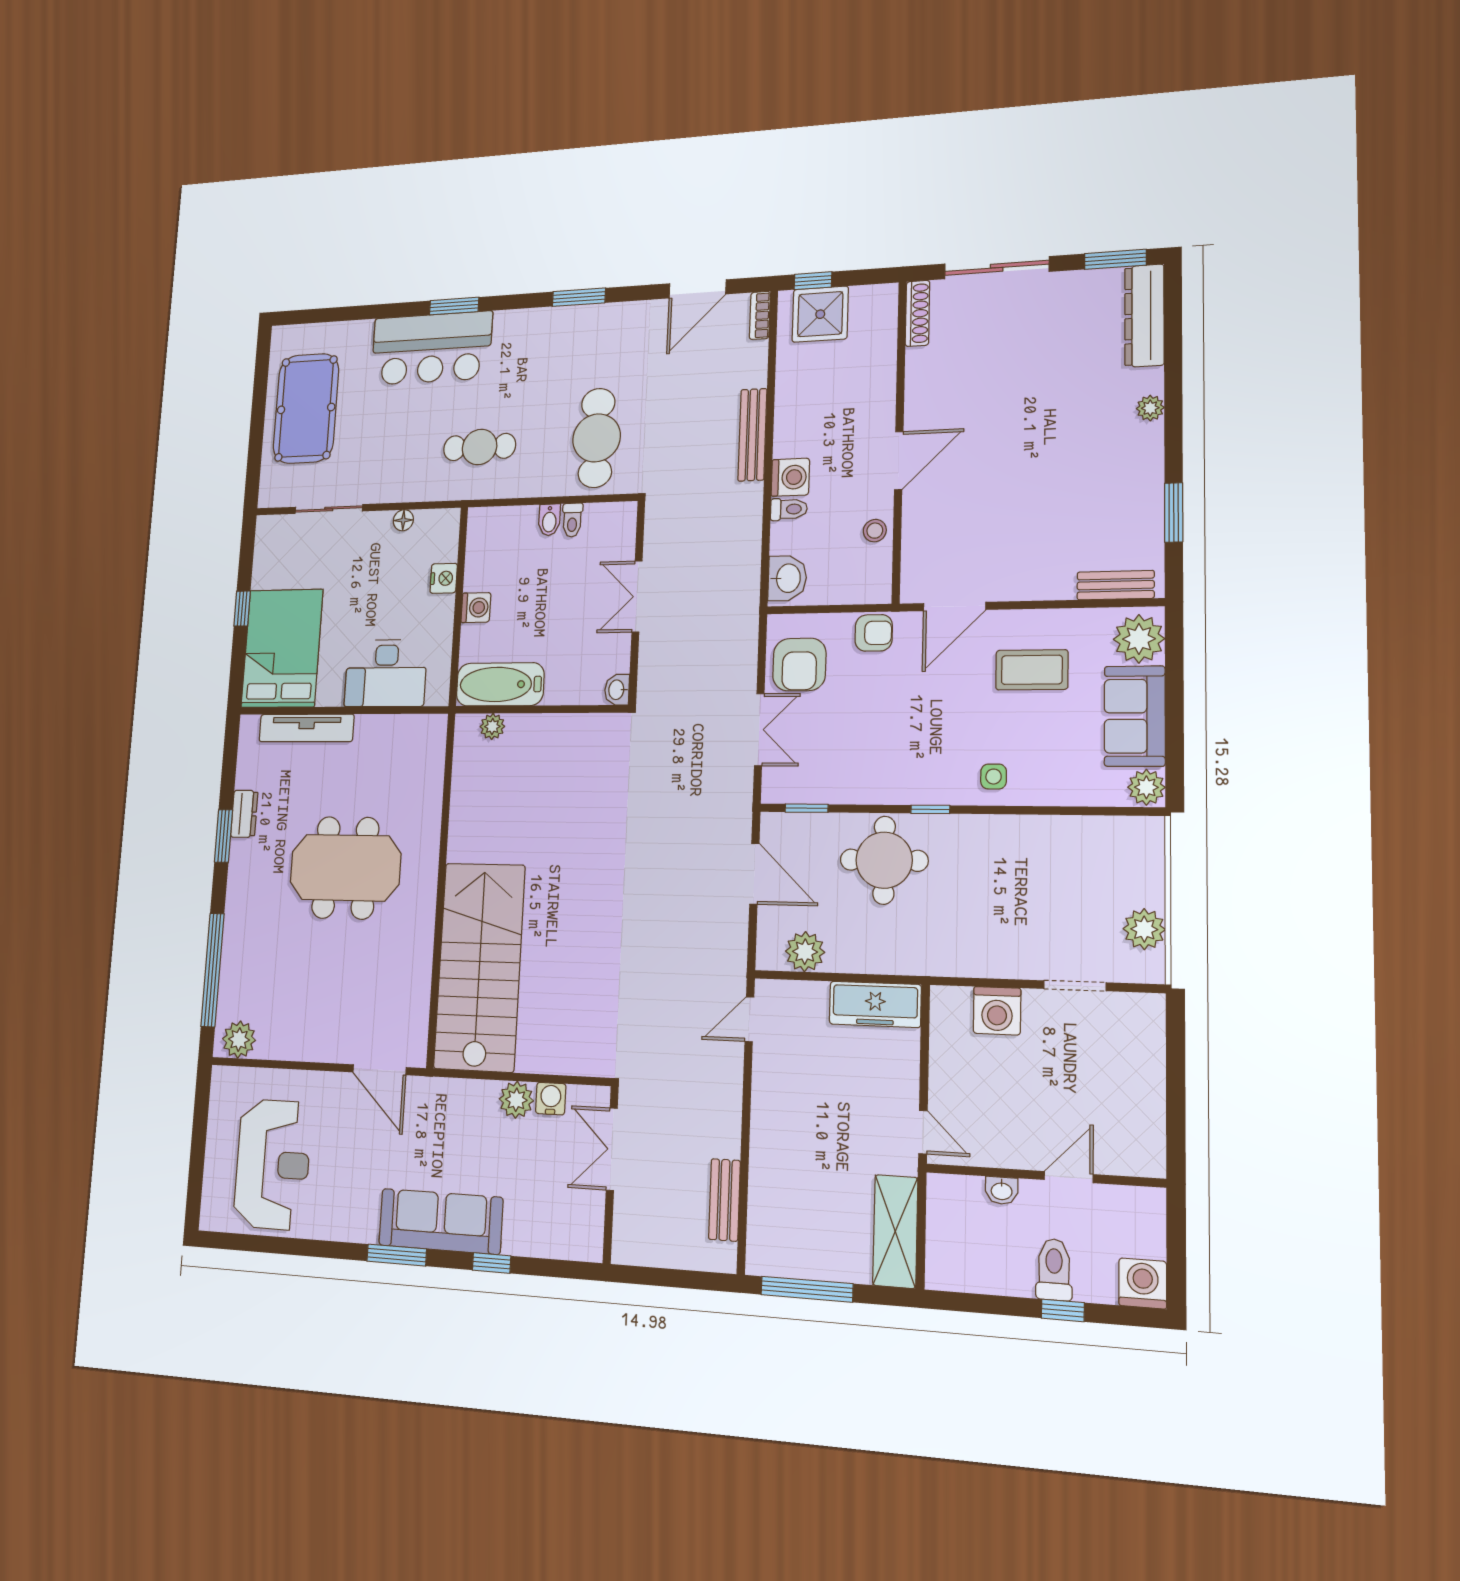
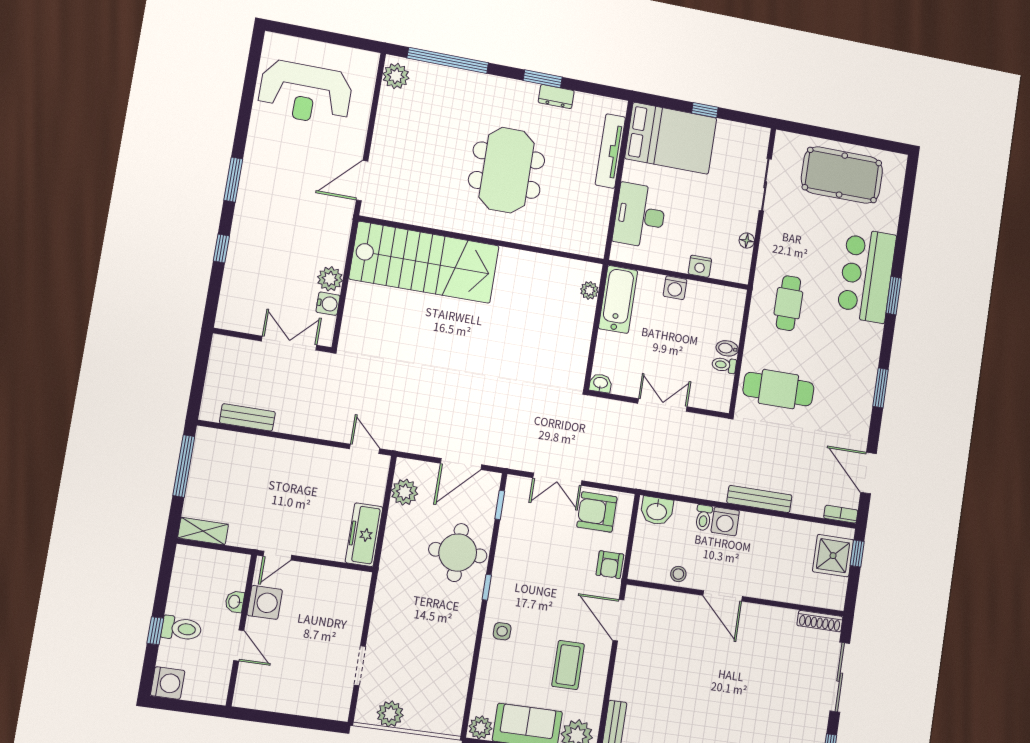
washing machine: (997, 1011) -> (265, 602), moved, turned 180
sofa: (441, 1221) -> (253, 215), removed
shelving: (895, 1231) -> (203, 531), width x0.67, depth x0.75

